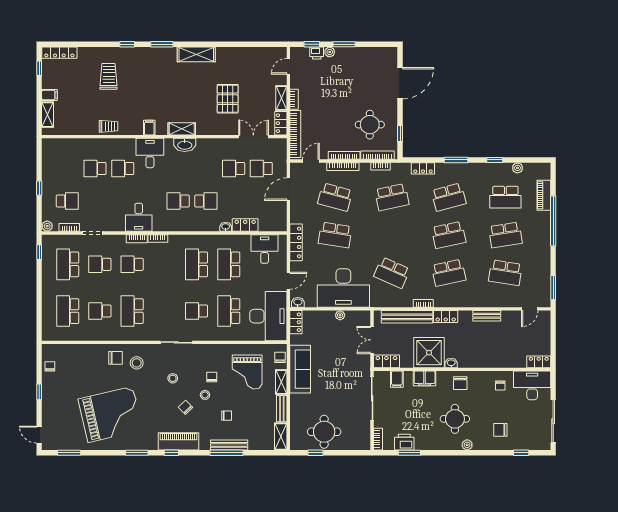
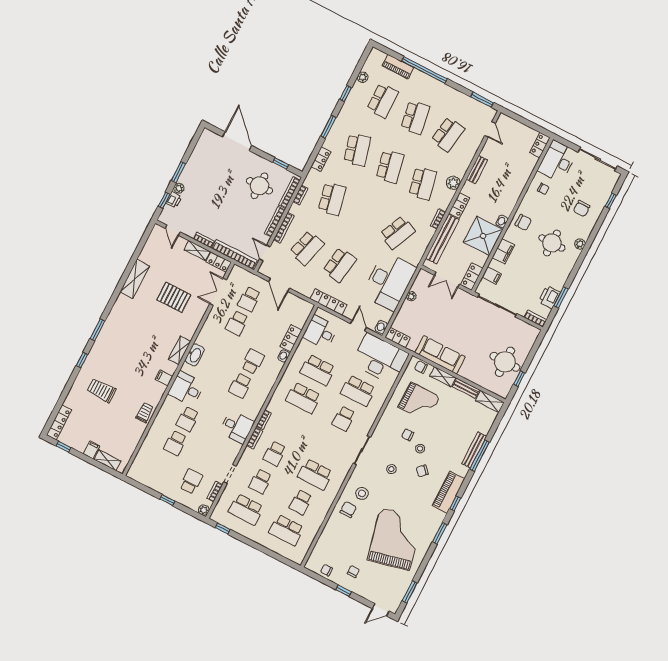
shelving: (196, 54) -> (135, 279), moved
plant: (464, 300) -> (453, 183), added
chair: (227, 416) -> (353, 571), moved

